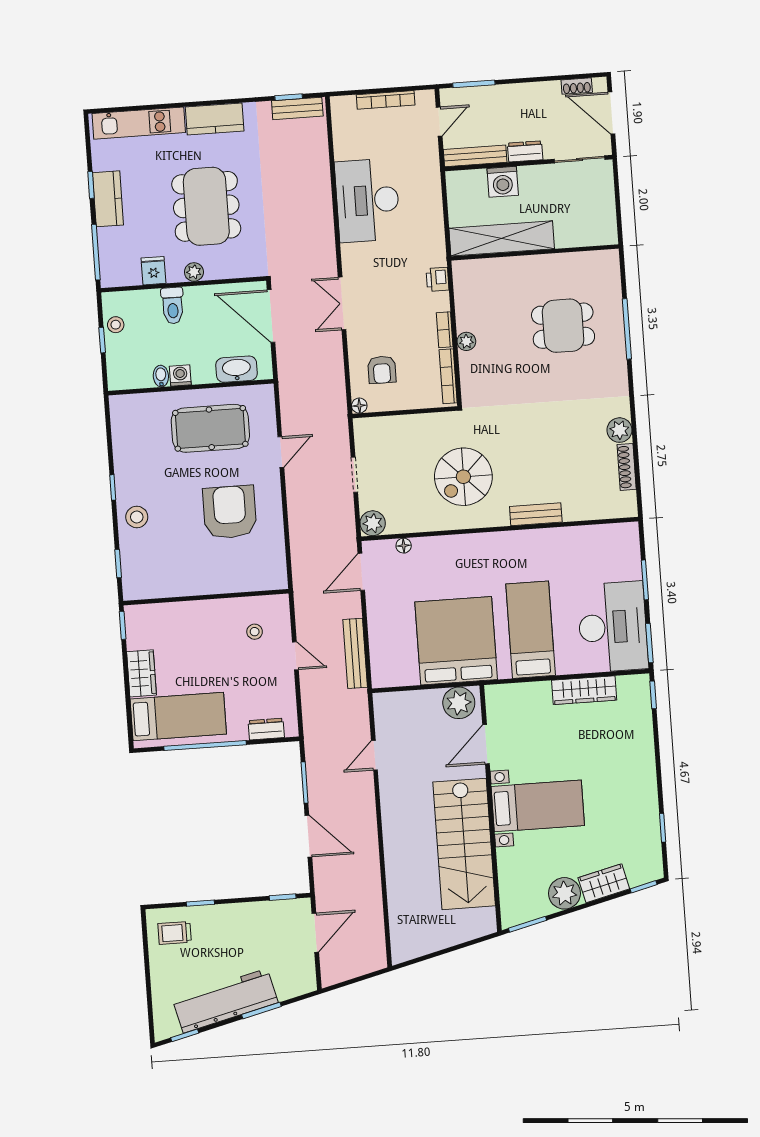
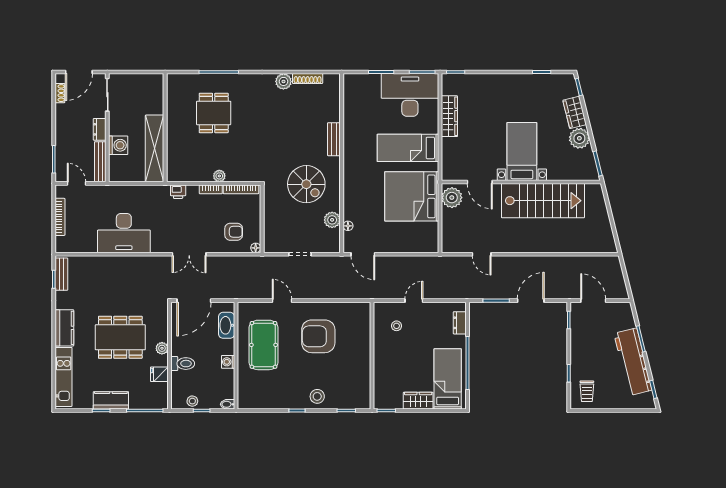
bidet: (161, 376) -> (228, 404), moved
plant: (373, 523) -> (332, 220), moved
bench: (355, 653) -> (415, 262), removed

